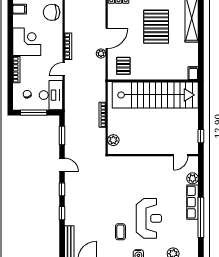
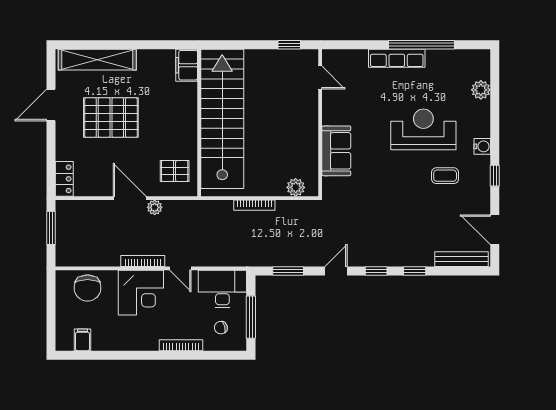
corner desk: (27, 42) -> (141, 293), moved, turned 180
filing cabinet: (193, 73) -> (187, 65), width x2.00
sofa: (136, 165) -> (336, 151), added
plant: (193, 178) -> (358, 58), removed

